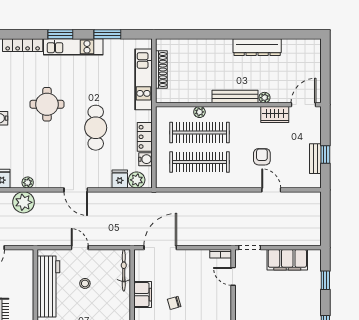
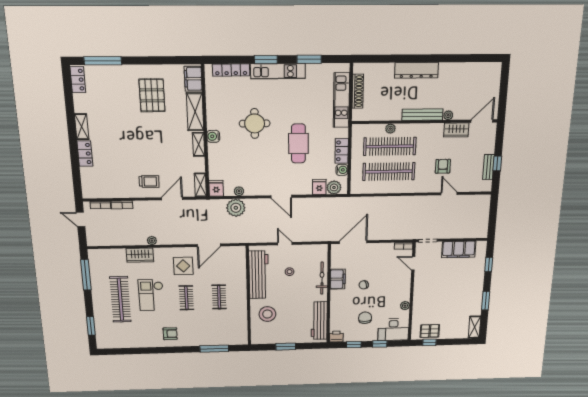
dresser: (257, 47) -> (416, 70), moved
bicycle: (124, 270) -> (322, 278), moved

